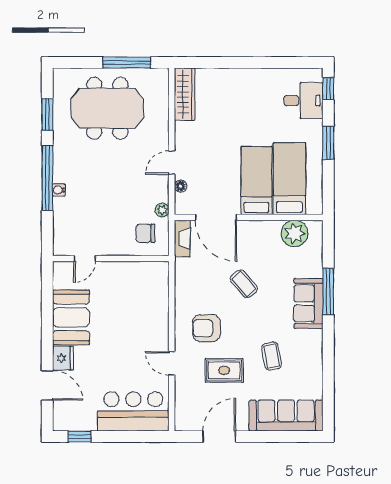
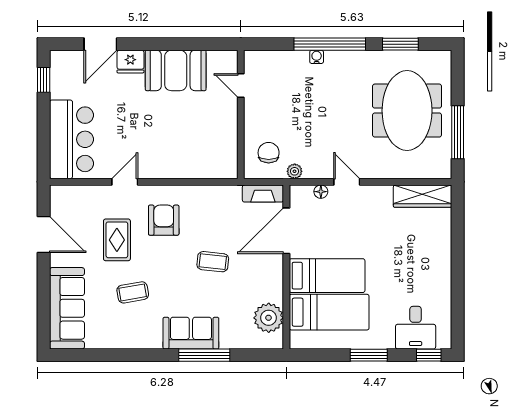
coffee table: (244, 284) -> (213, 262), turned 47

